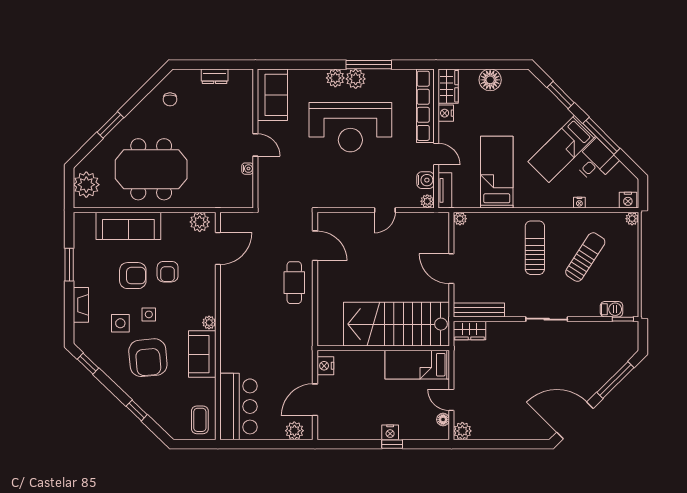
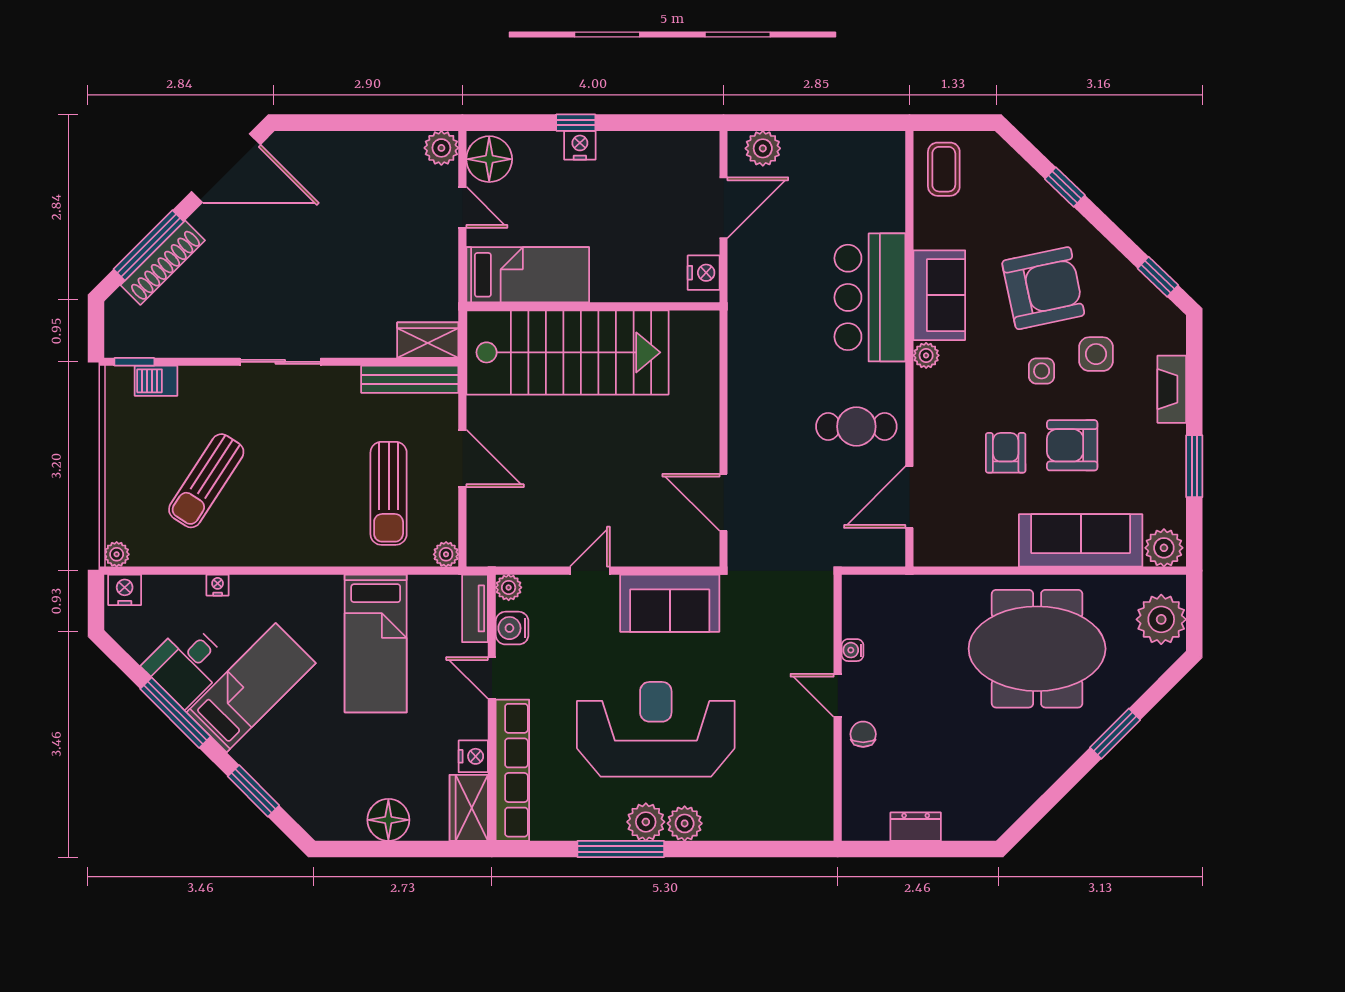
sofa: (272, 95) -> (670, 603), moved, turned -90
chair: (170, 99) -> (863, 734), moved
plant: (200, 222) -> (1164, 548), moved
sun lounger: (535, 248) -> (389, 493), moved
cafe table: (294, 283) -> (856, 427), moved, turned 90
armchair: (148, 358) -> (1043, 288), turned 83
shoe rack: (608, 371) -> (163, 263), added
bar counter: (238, 406) -> (870, 297), moved
floor lamp: (443, 419) -> (489, 159), width x1.89, depth x1.89

